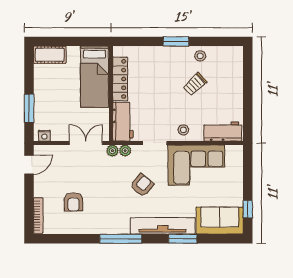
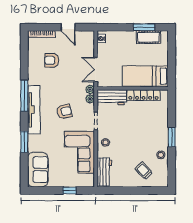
cot: (50, 55) -> (149, 37), moved, turned 90
trolley: (195, 84) -> (144, 171), moved
window: (29, 108) -> (144, 27), moved
double door: (86, 143) -> (96, 70), swing flipped
door: (29, 165) -> (68, 27), moved
armchair: (142, 185) -> (64, 112), turned -52
window: (248, 209) -> (69, 190), moved
tv unit: (163, 226) -> (34, 110), moved

